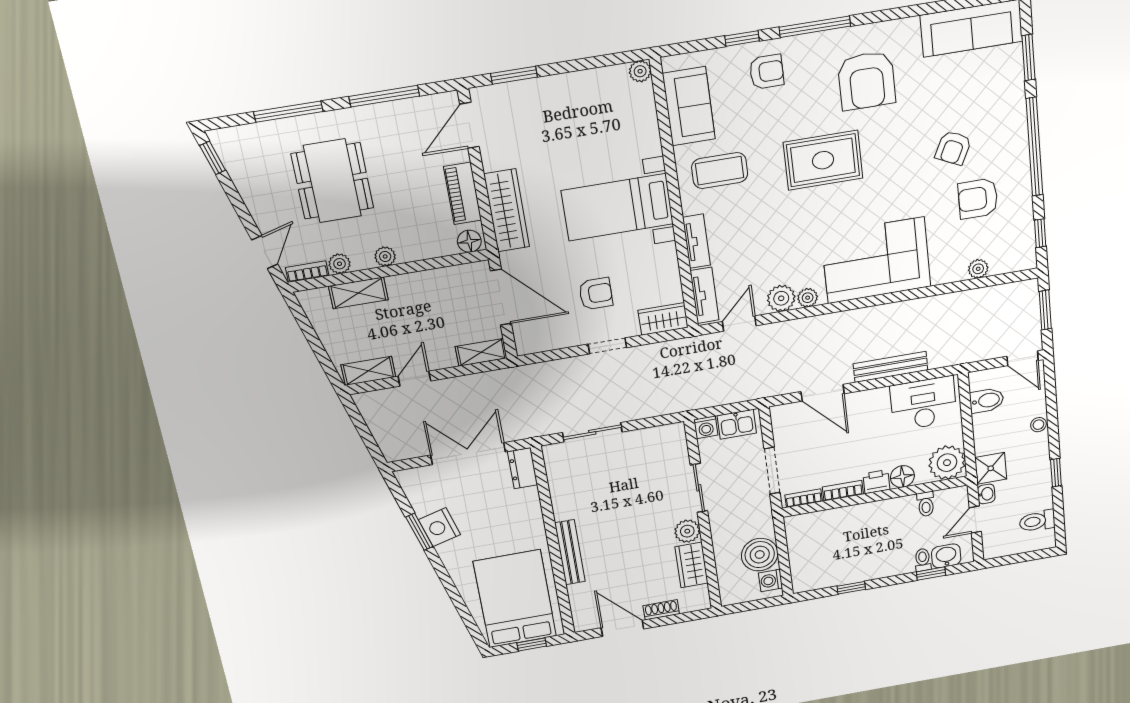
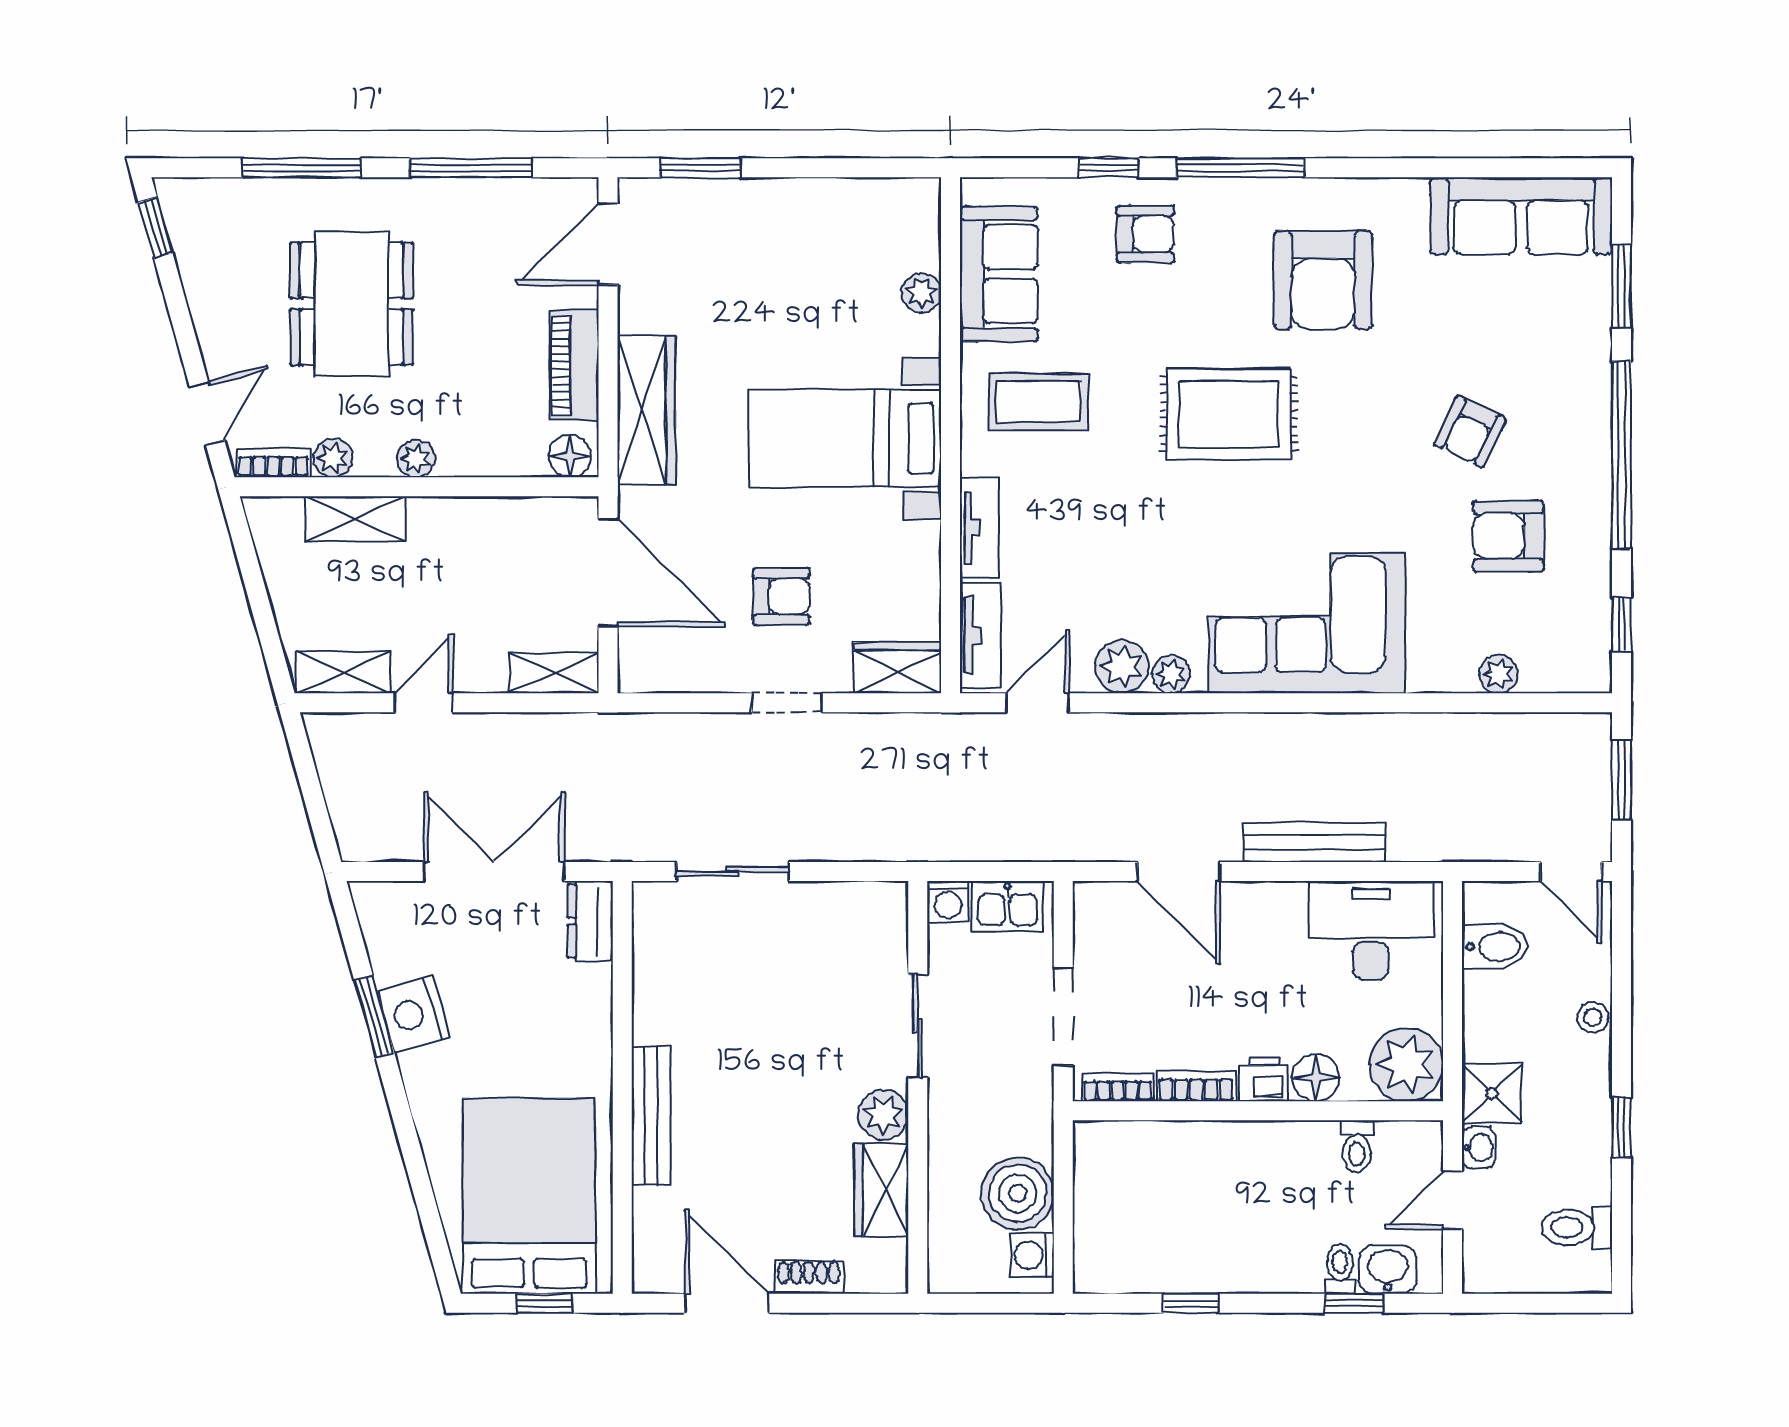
plant: (640, 71) -> (922, 293), moved

